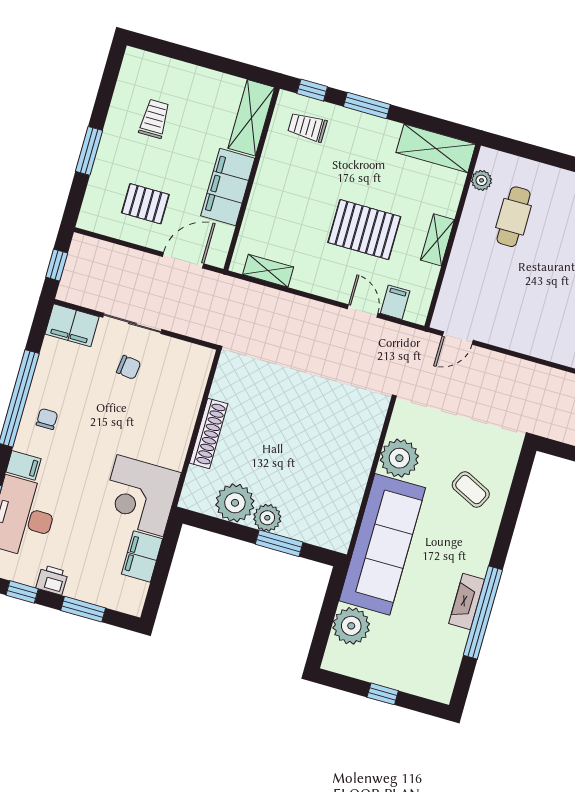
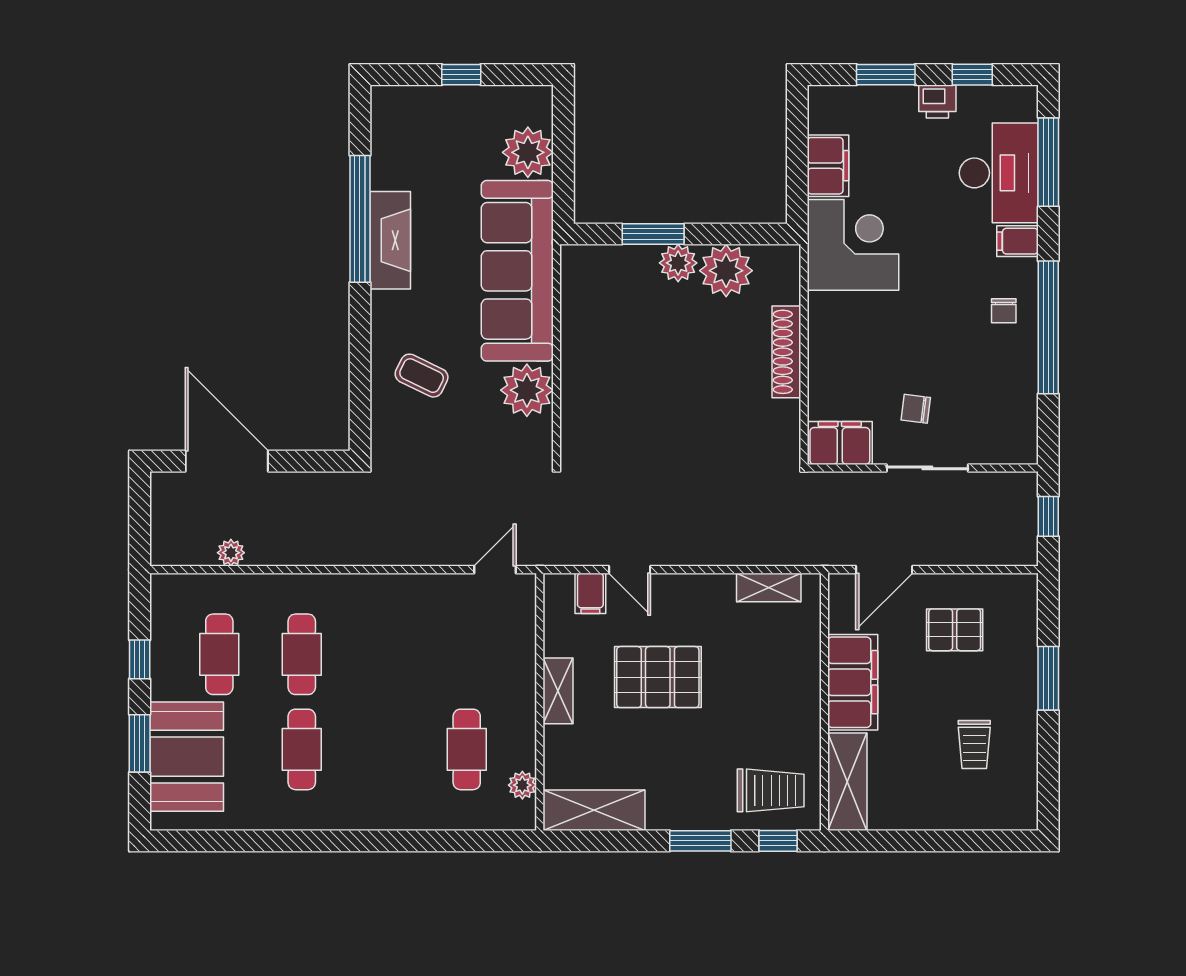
trolley: (307, 127) -> (771, 790), width x1.36, depth x1.39
filing cabinet: (72, 325) -> (840, 443), moved
fireplace: (467, 602) -> (390, 240), width x1.37, depth x1.32

